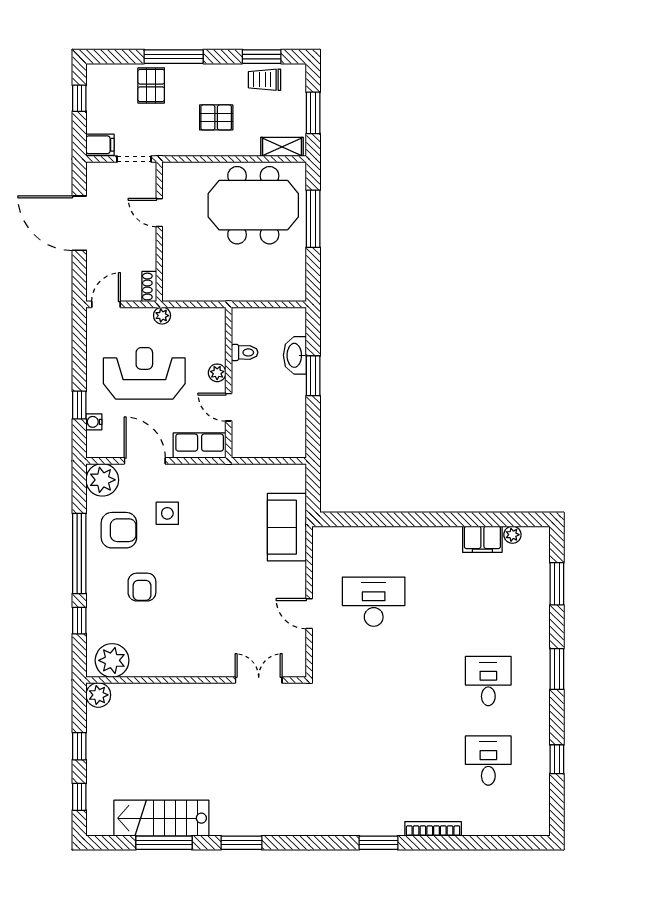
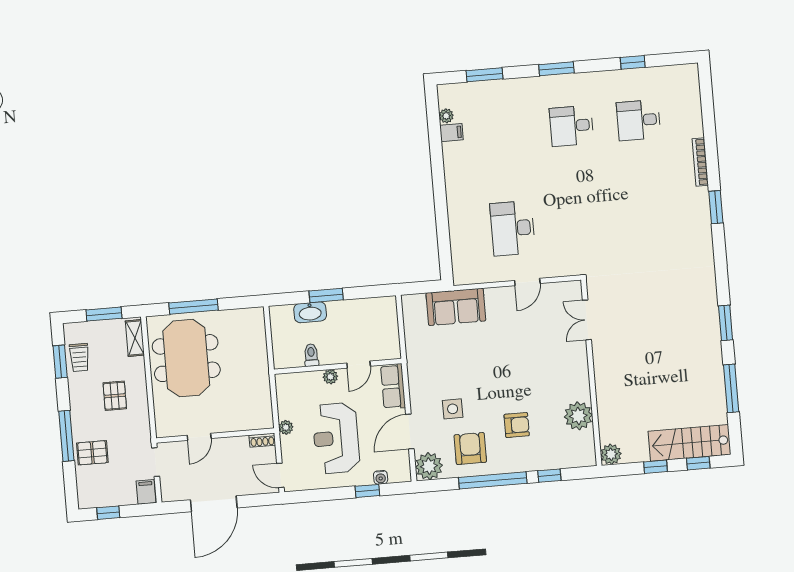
filing cabinet: (482, 539) -> (451, 133), width x0.50
plant: (112, 660) -> (578, 416), moved
stairs: (161, 818) -> (690, 443), moved, turned 90

